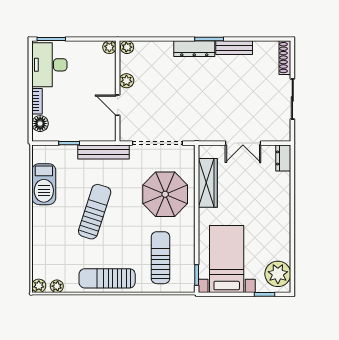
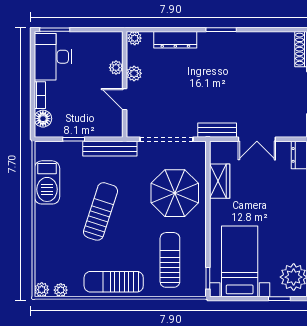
plant: (109, 47) -> (116, 68), moved
bench: (234, 48) -> (217, 130), moved
dresser: (194, 49) -> (175, 40), moved
wardrobe: (208, 183) -> (220, 181), width x0.67

